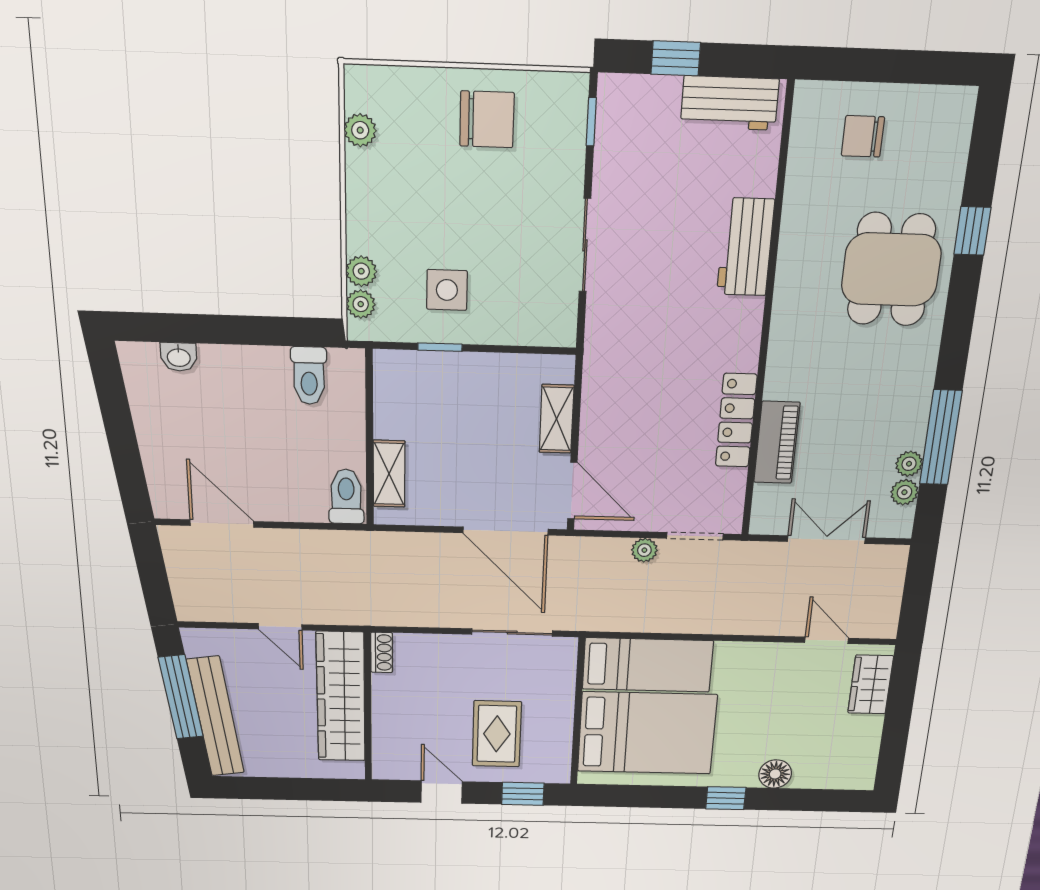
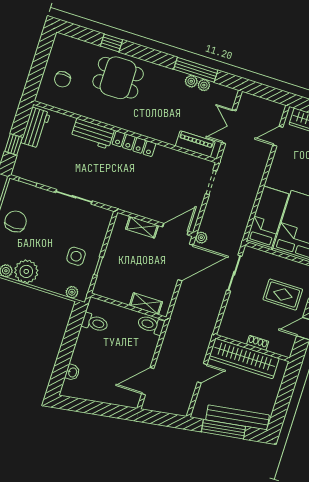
plant: (361, 271) -> (26, 271), moved, width x1.88, depth x1.88
locker: (736, 420) -> (134, 144), moved
piano: (777, 443) -> (195, 144), moved
plant: (904, 492) -> (191, 81), moved
plant: (644, 550) -> (201, 238), moved
shoe rack: (382, 652) -> (258, 343), moved

